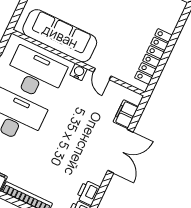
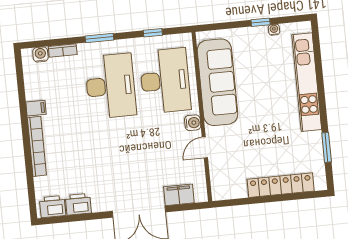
locker: (153, 57) -> (281, 185), moved

